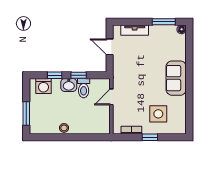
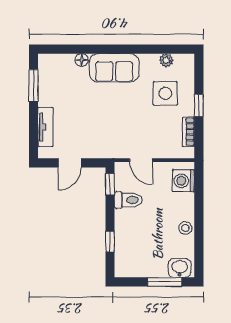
floor lamp: (182, 29) -> (82, 60), moved
window: (79, 75) -> (110, 184), moved
washbasin: (69, 85) -> (180, 268), moved, turned -90
washing machine: (43, 86) -> (183, 181), moved, turned 180
plant: (181, 115) -> (166, 60), added

